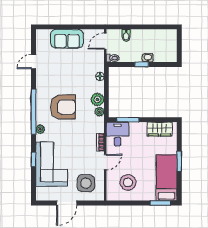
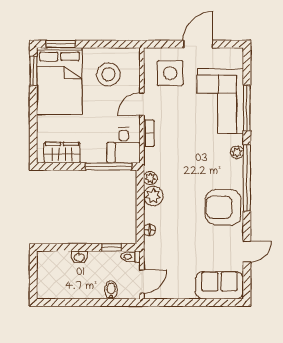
sofa: (67, 39) -> (220, 285), moved
window: (142, 64) -> (111, 247), moved
armchair: (63, 107) -> (223, 207), moved
window: (128, 120) -> (109, 166), width x1.44
window: (34, 159) -> (247, 108), width x2.17
window: (179, 161) -> (33, 71), moved
bed: (167, 178) -> (59, 81), width x1.50

